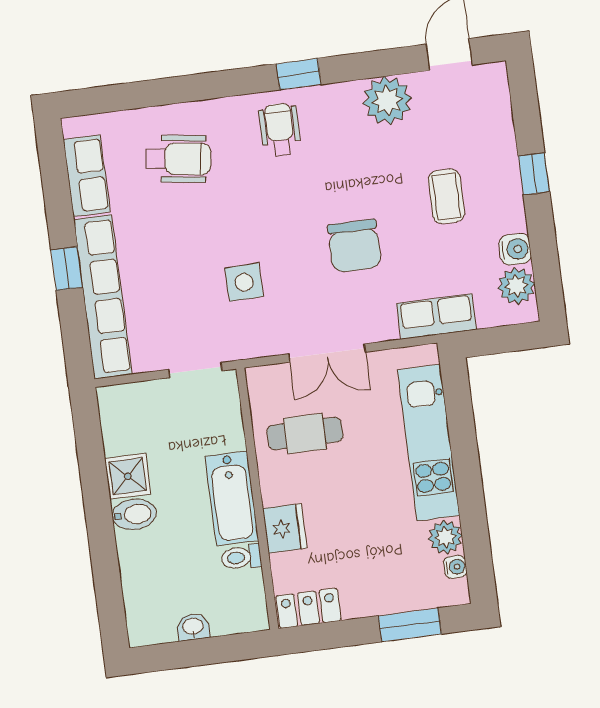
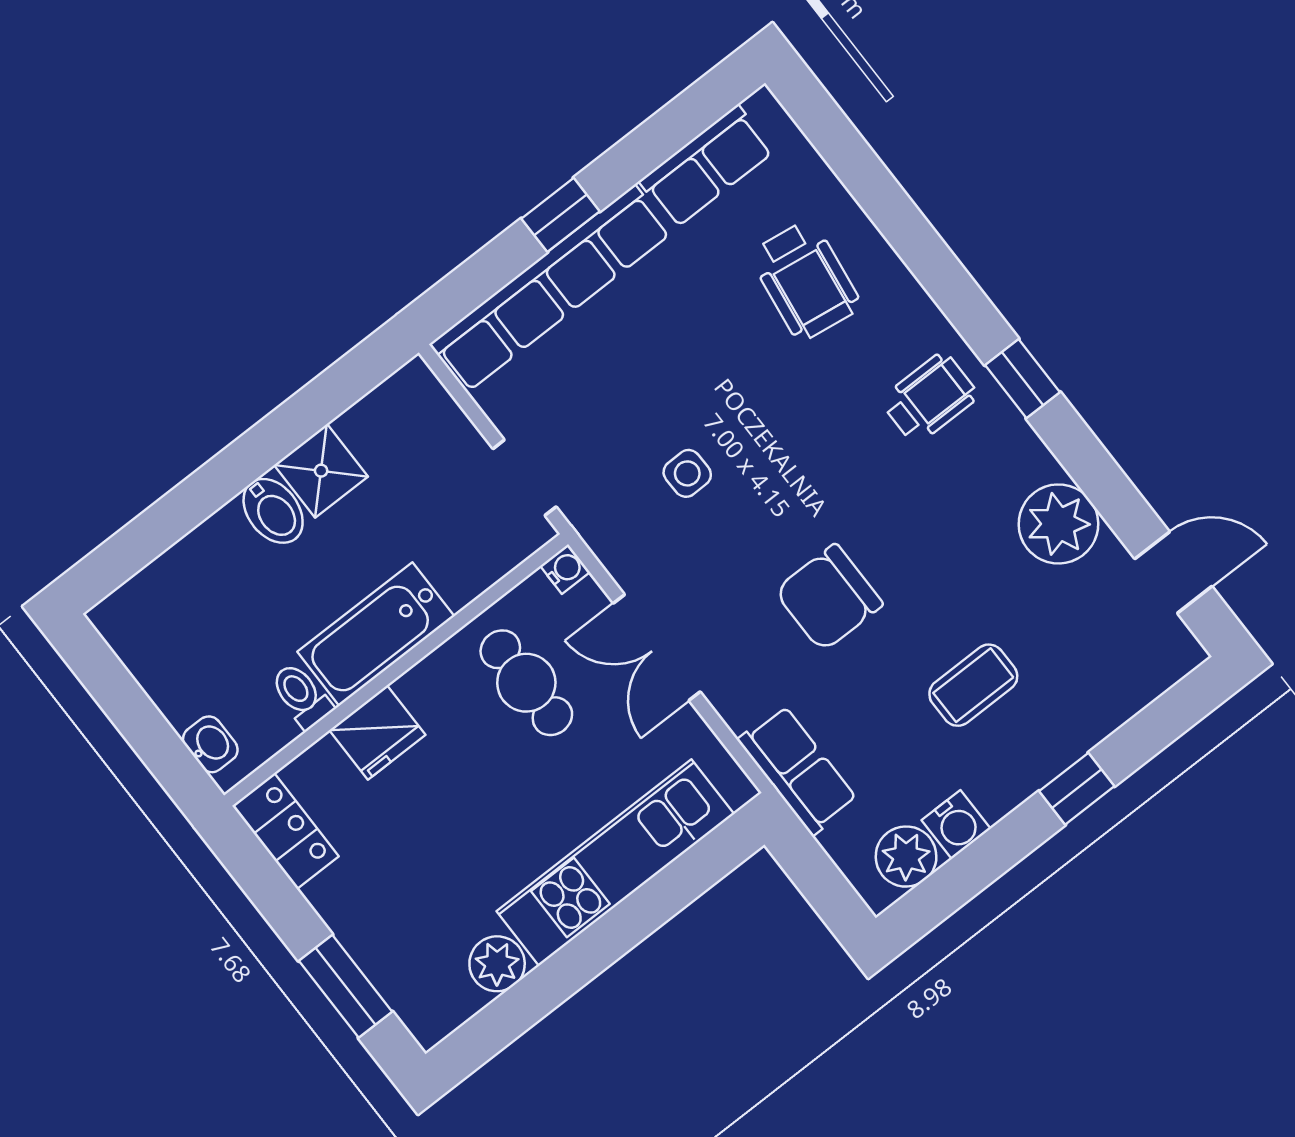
side table: (244, 282) -> (687, 473), width x0.73, depth x0.73
water cooler: (455, 567) -> (565, 569), moved, turned -90
washbasin: (193, 627) -> (210, 744), moved

